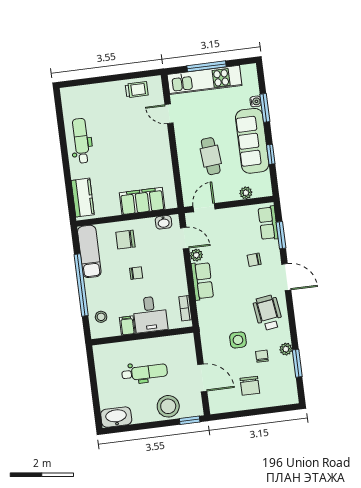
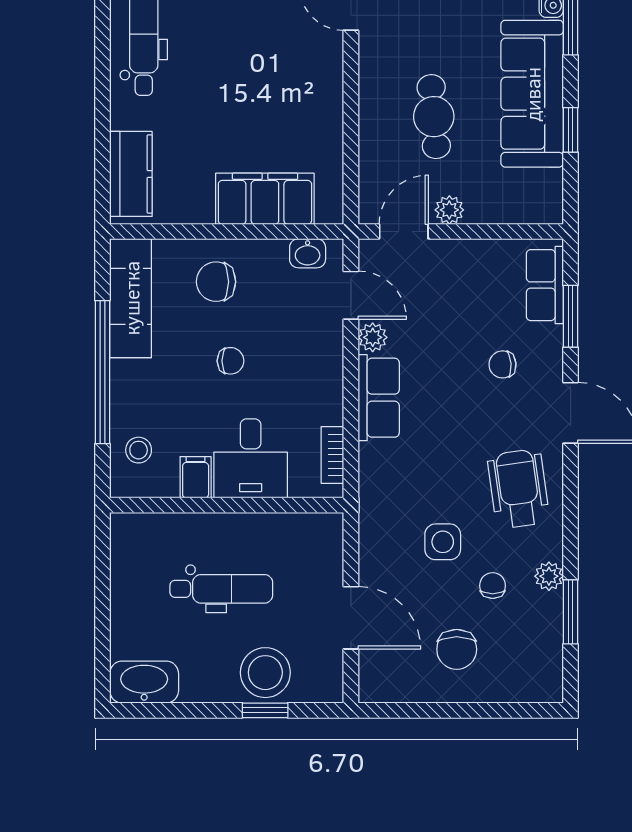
plant: (246, 193) -> (449, 210), moved
window: (190, 420) -> (265, 710), moved

